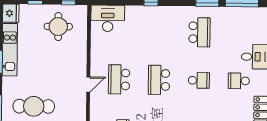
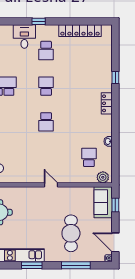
school desk: (119, 79) -> (46, 157), removed
school desk: (159, 80) -> (46, 122), width x0.54

